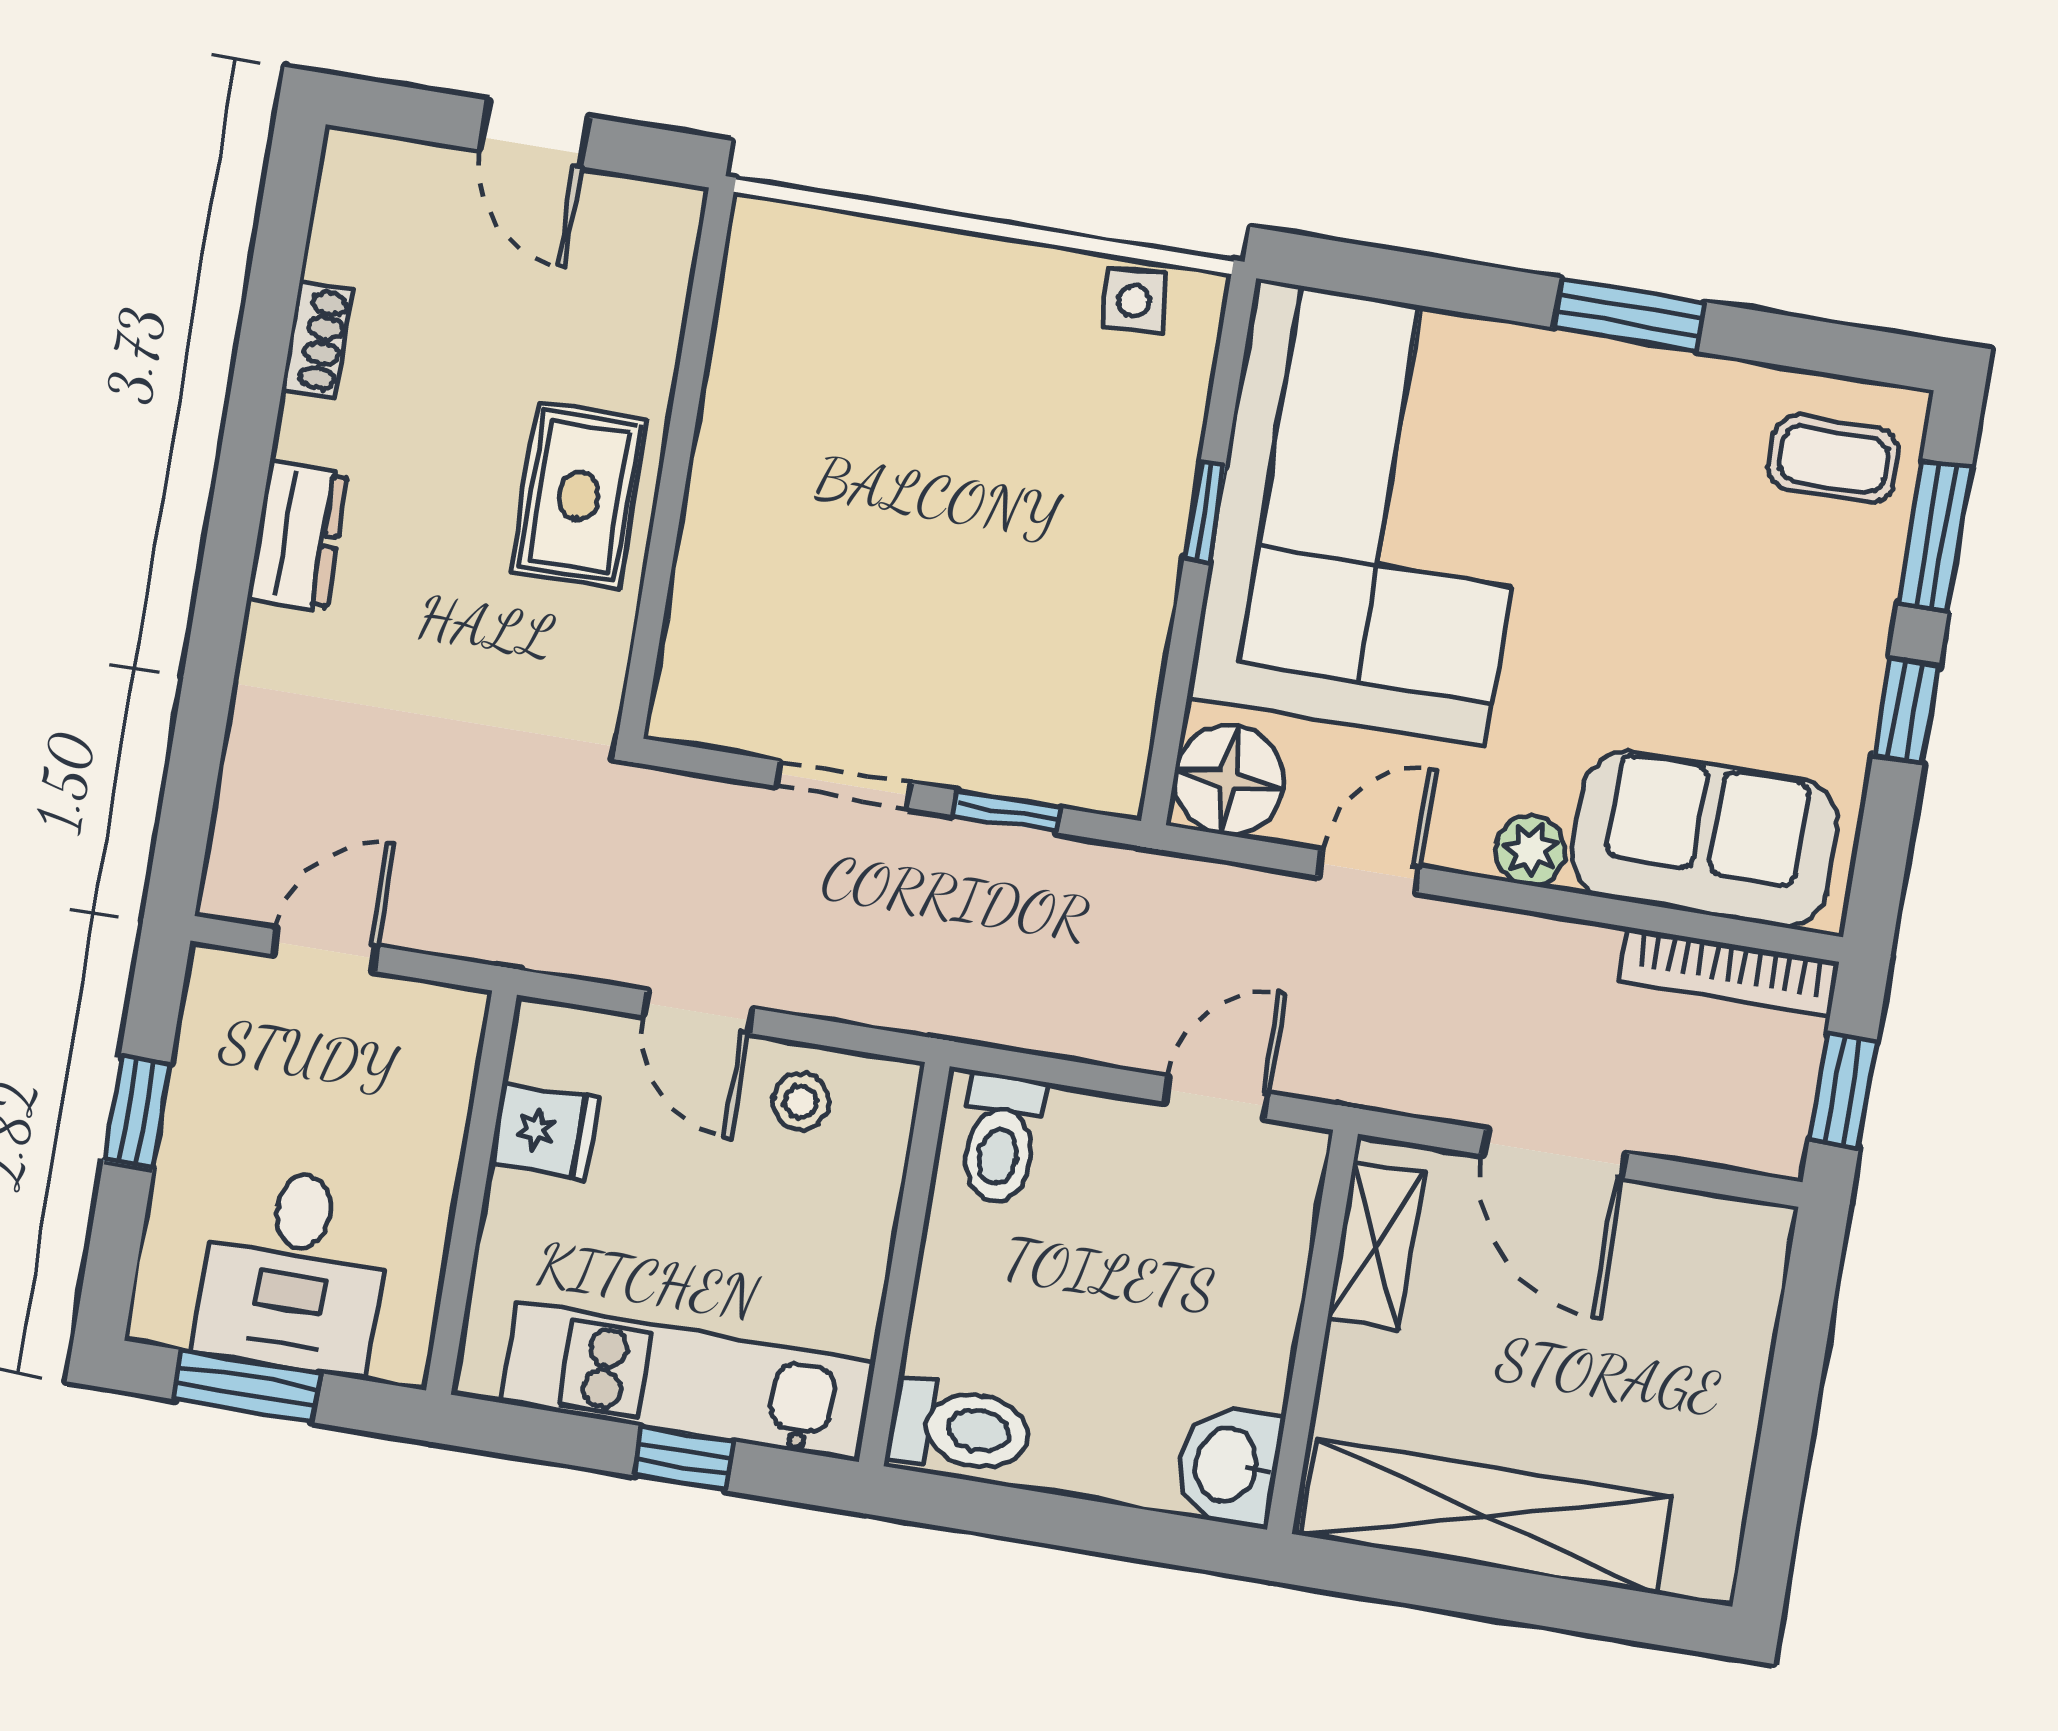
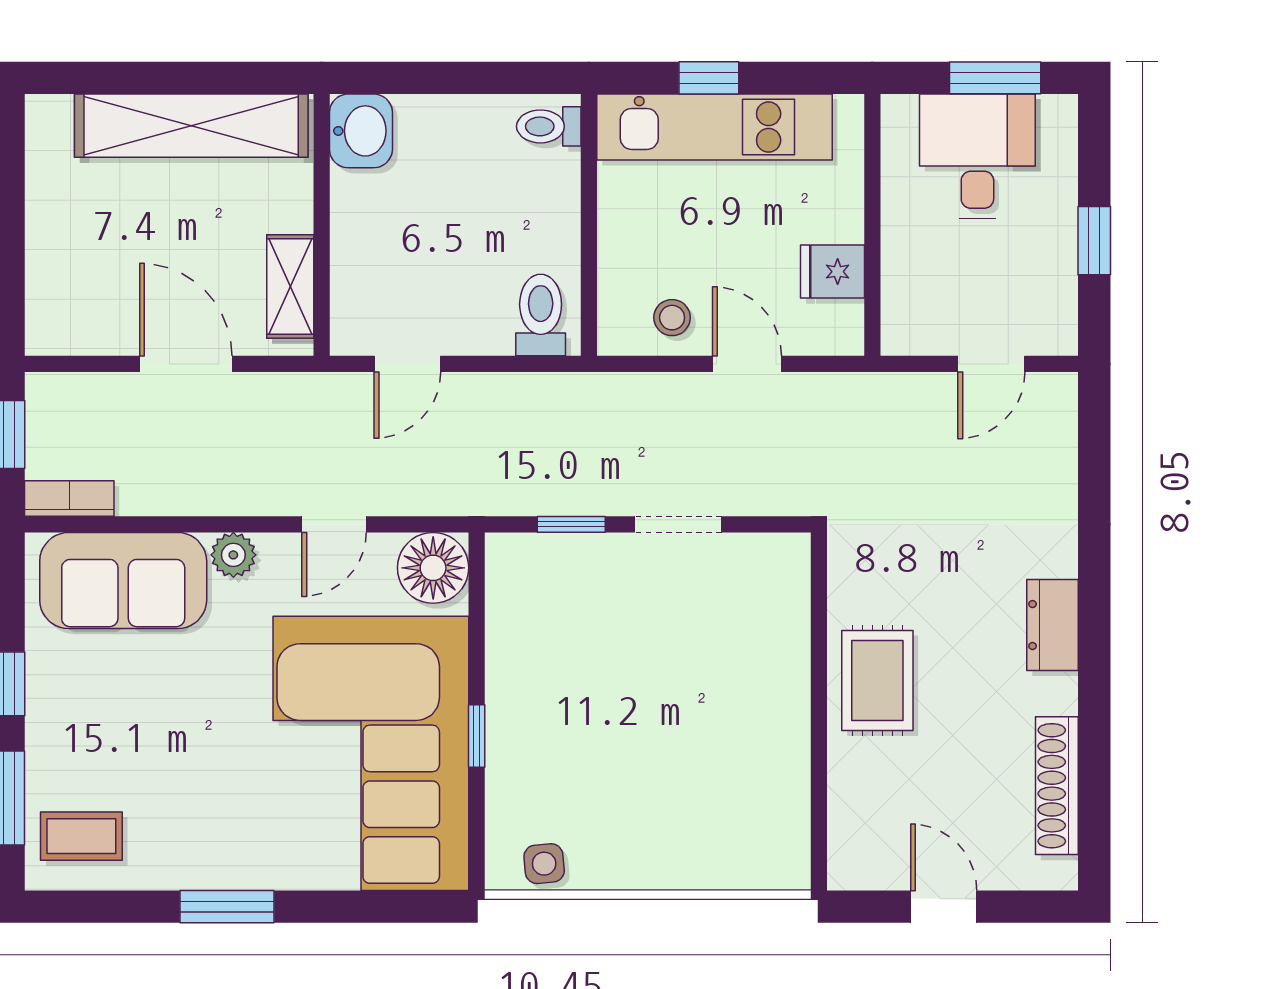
shoe rack: (317, 340) -> (1057, 786), width x1.94, depth x1.24
bookcase: (1728, 971) -> (69, 498), width x0.64
toilet: (960, 1428) -> (549, 126), width x0.73, depth x0.72

